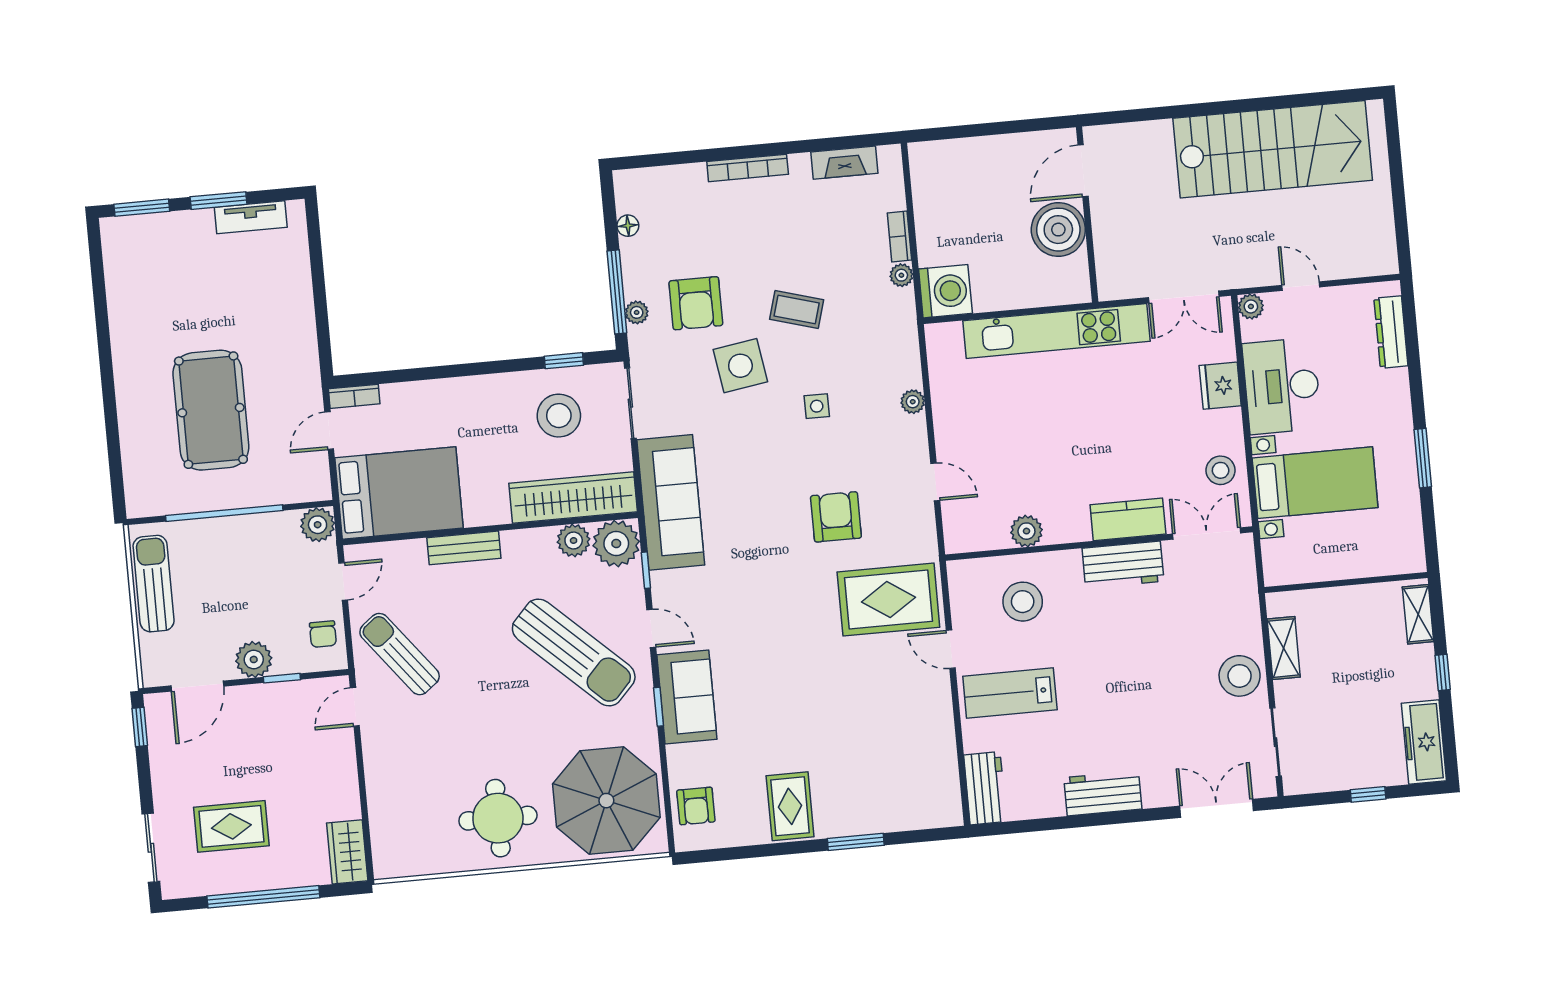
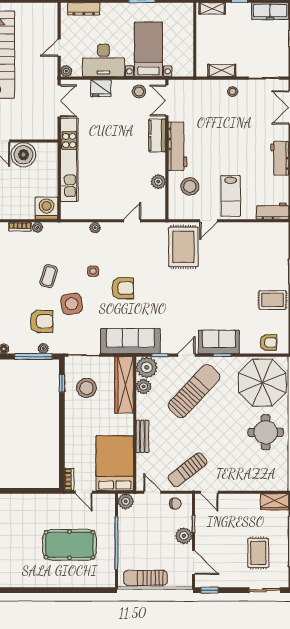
armchair: (836, 517) -> (123, 288), moved, turned 180
workbench: (1123, 565) -> (177, 146), width x1.38
stool: (1240, 676) -> (233, 92), width x0.53, depth x0.53

